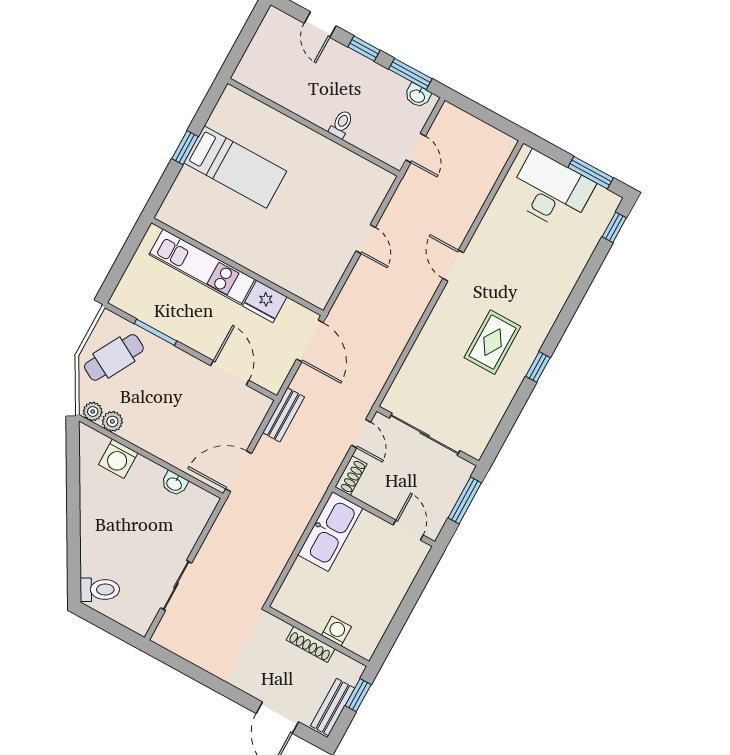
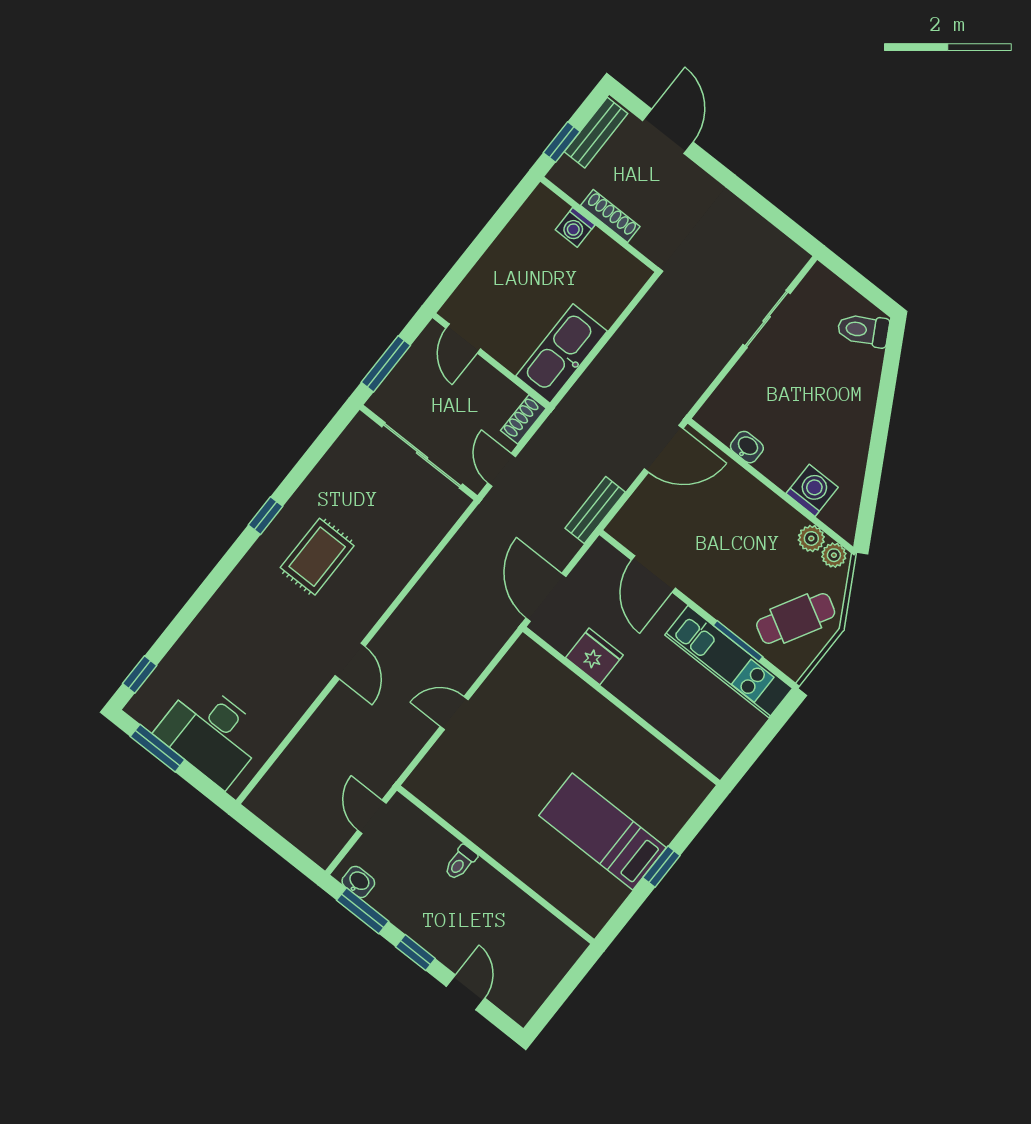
door: (366, 239) -> (454, 713), hinge flipped
kitchen unit: (202, 267) -> (729, 662), moved, turned 180

